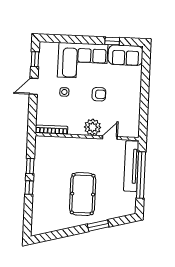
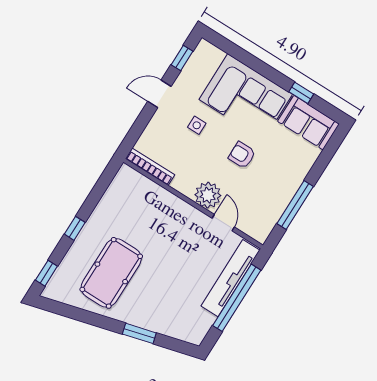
armchair: (99, 94) -> (242, 155), turned 180
window: (144, 105) -> (295, 205), added
door: (110, 138) -> (223, 223), hinge flipped
window: (30, 166) -> (46, 273), moved
pool table: (83, 194) -> (111, 273), moved

